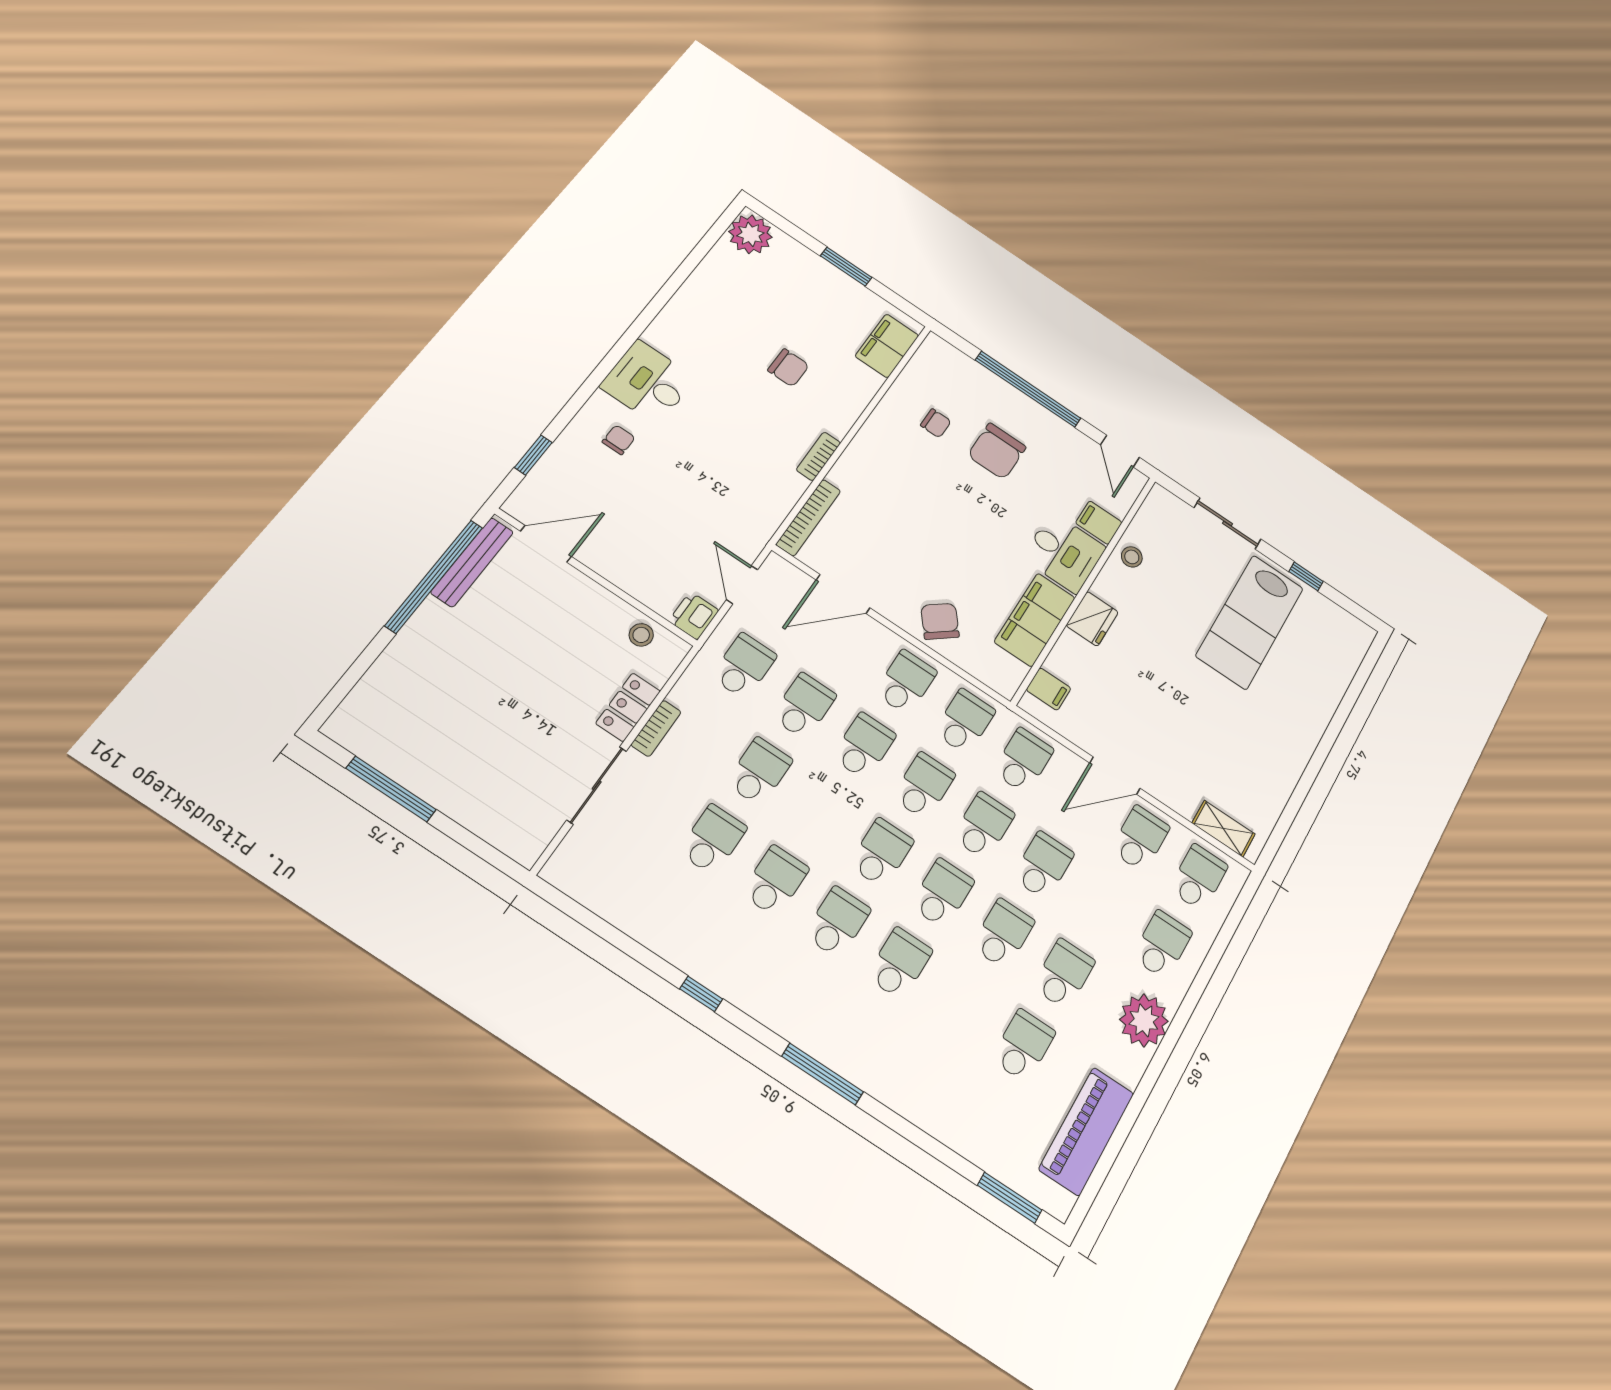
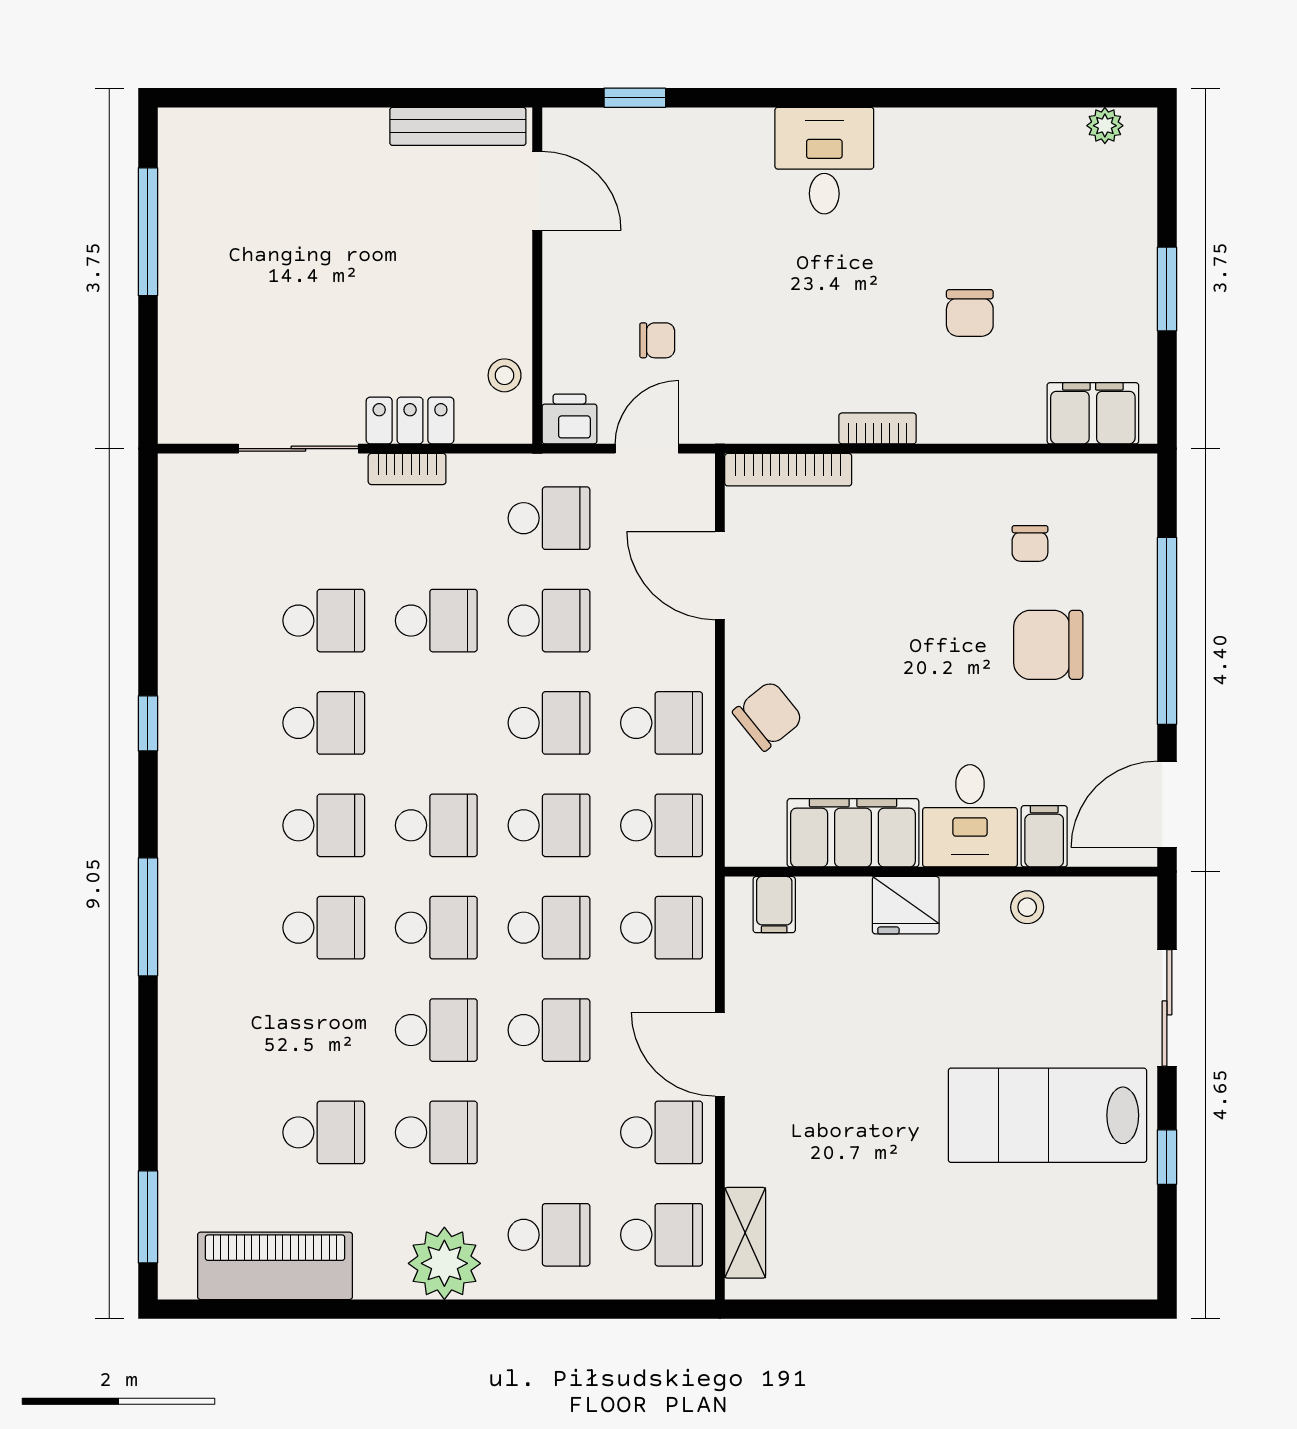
plant: (750, 234) -> (1105, 126), width x0.53, depth x0.53
chair: (619, 440) -> (657, 340), moved
door: (1120, 451) -> (1167, 804), width x1.38
window: (434, 576) -> (412, 98), removed

